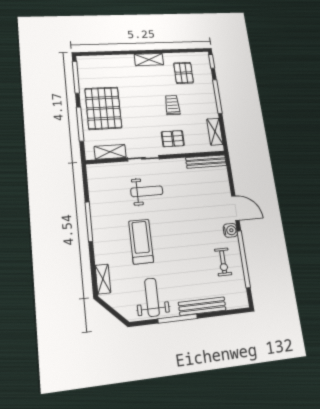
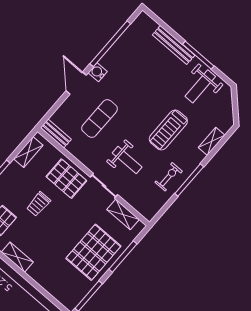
pallet: (173, 139) -> (66, 179), width x1.50, depth x1.42
bench: (206, 162) -> (56, 134), width x0.73
weight bench: (147, 191) -> (127, 160), turned 180
exercise mat: (195, 200) -> (100, 119), added
exercise bike: (223, 262) -> (169, 177), moved
shelving: (103, 279) -> (212, 141), moved

